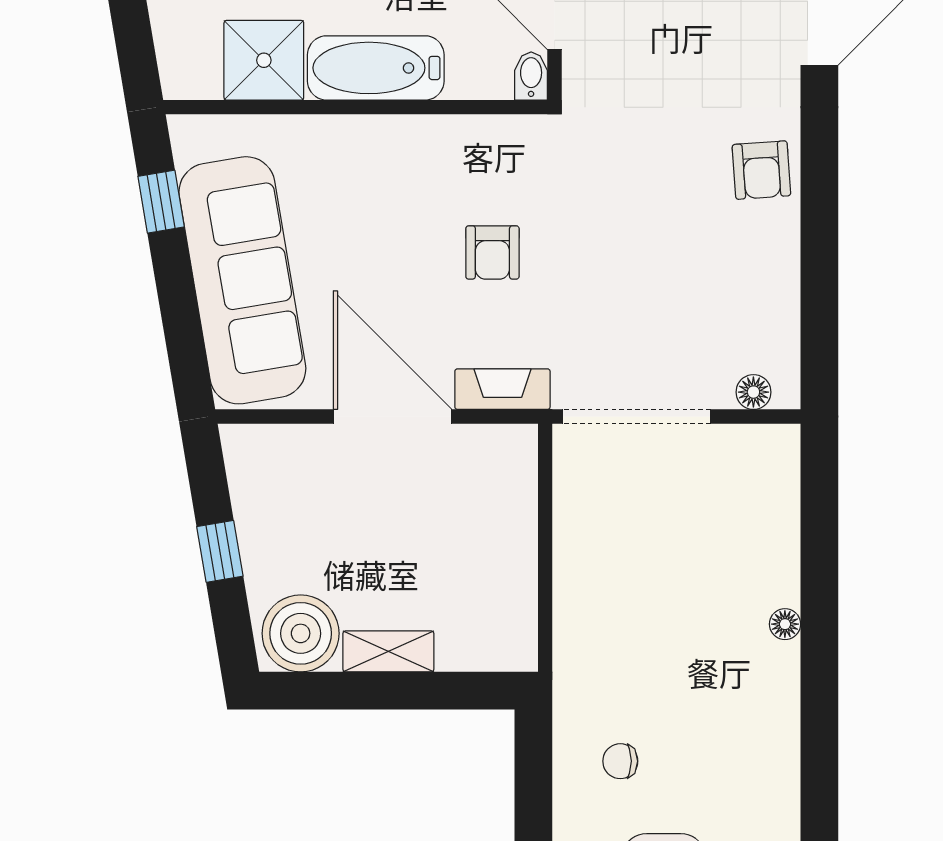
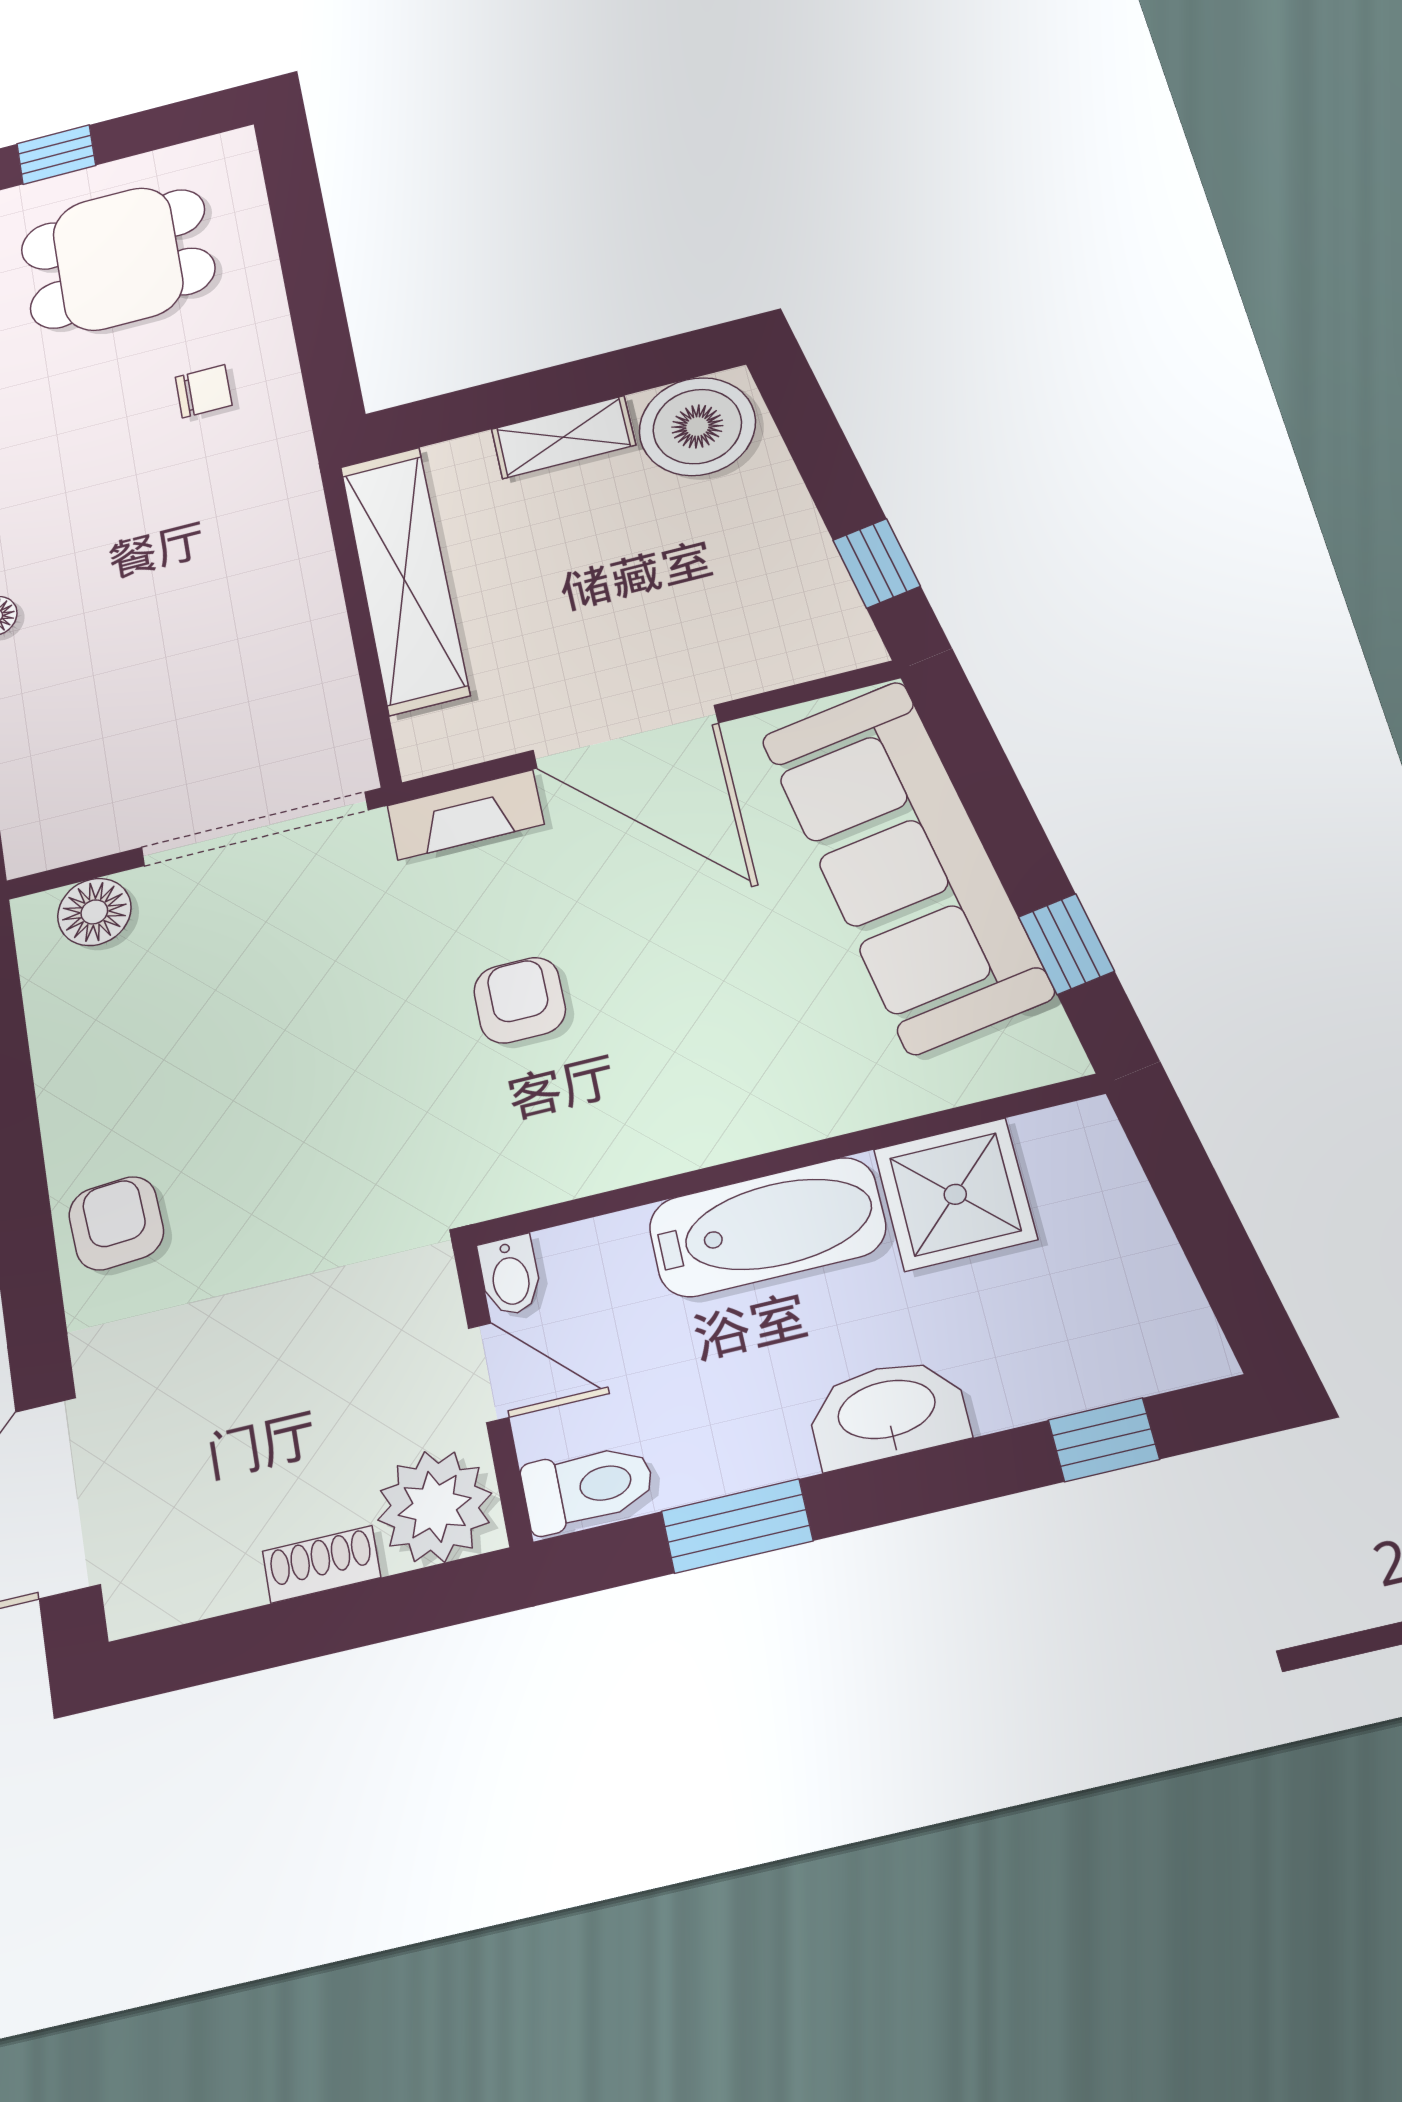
floor lamp: (753, 392) -> (94, 912), width x1.37, depth x1.37
window: (220, 551) -> (877, 563), moved
shelving: (511, 573) -> (404, 579), added

